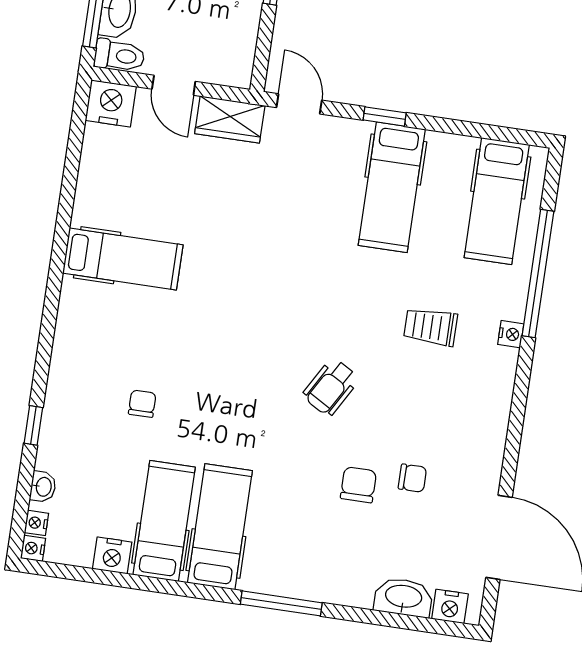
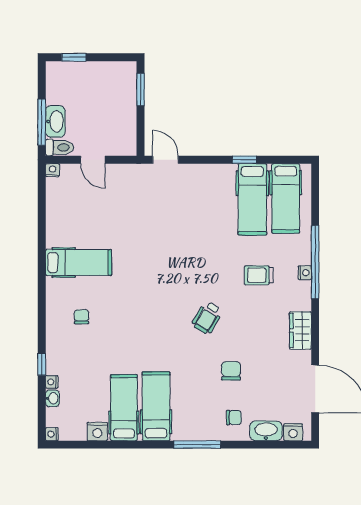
nightstand: (111, 103) -> (52, 170), width x0.53, depth x0.56
window: (385, 116) -> (244, 160), moved
wardrobe: (230, 120) -> (300, 330), moved, turned 90
hospital bed: (392, 187) -> (252, 199), moved
window: (538, 274) -> (315, 262), moved
chair: (142, 404) -> (82, 317), moved
chair: (412, 478) -> (234, 417), moved
nightstand: (36, 523) -> (52, 382), moved

